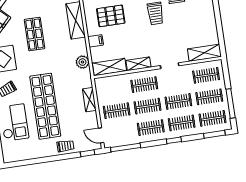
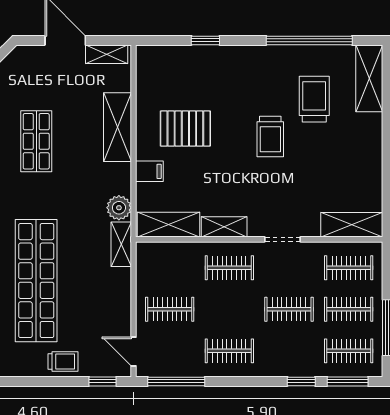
shelving: (89, 100) -> (121, 244), moved
clothes rail: (148, 106) -> (229, 309), removed
clothes rail: (182, 123) -> (289, 351), removed
window: (174, 140) -> (301, 381), moved

